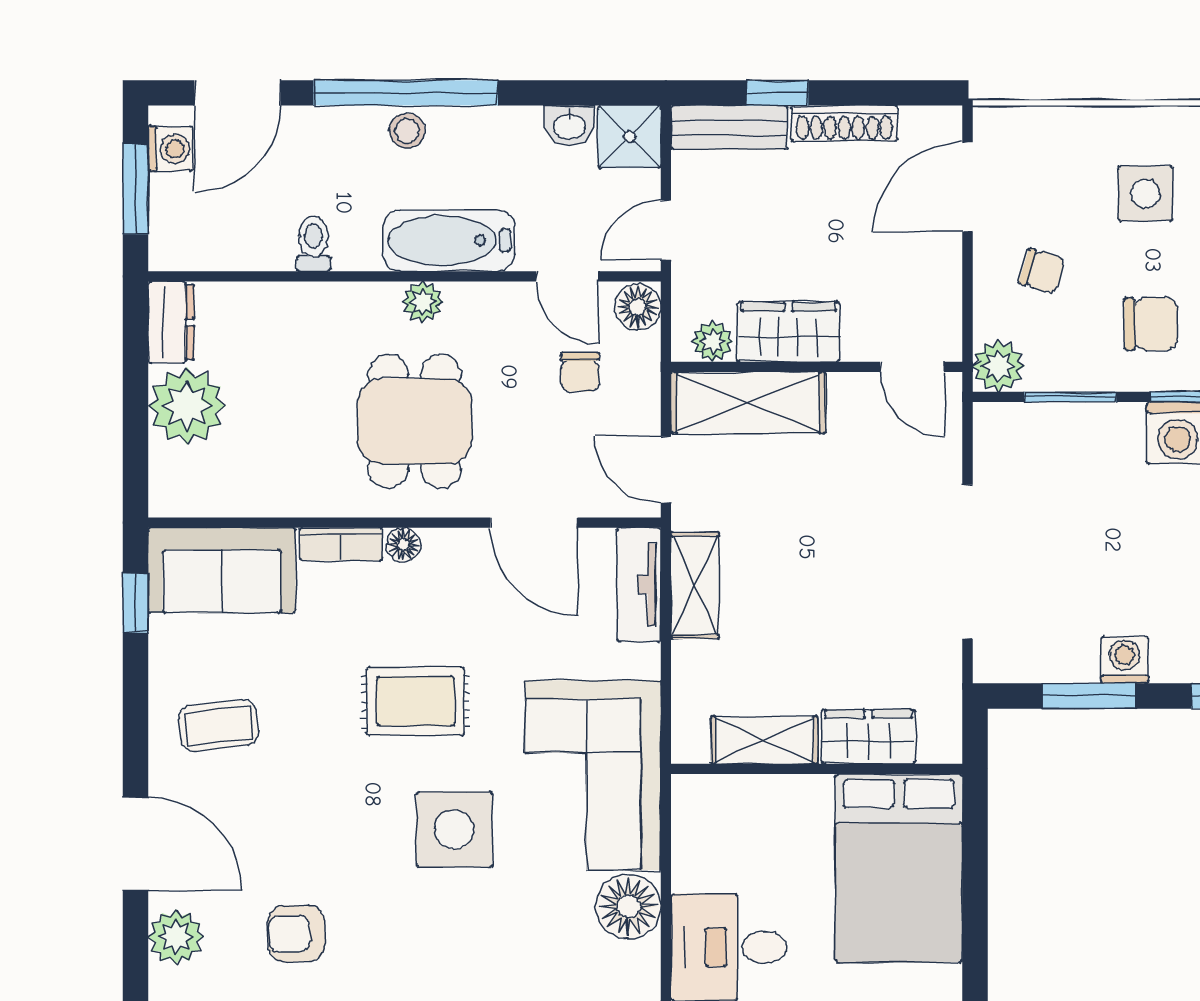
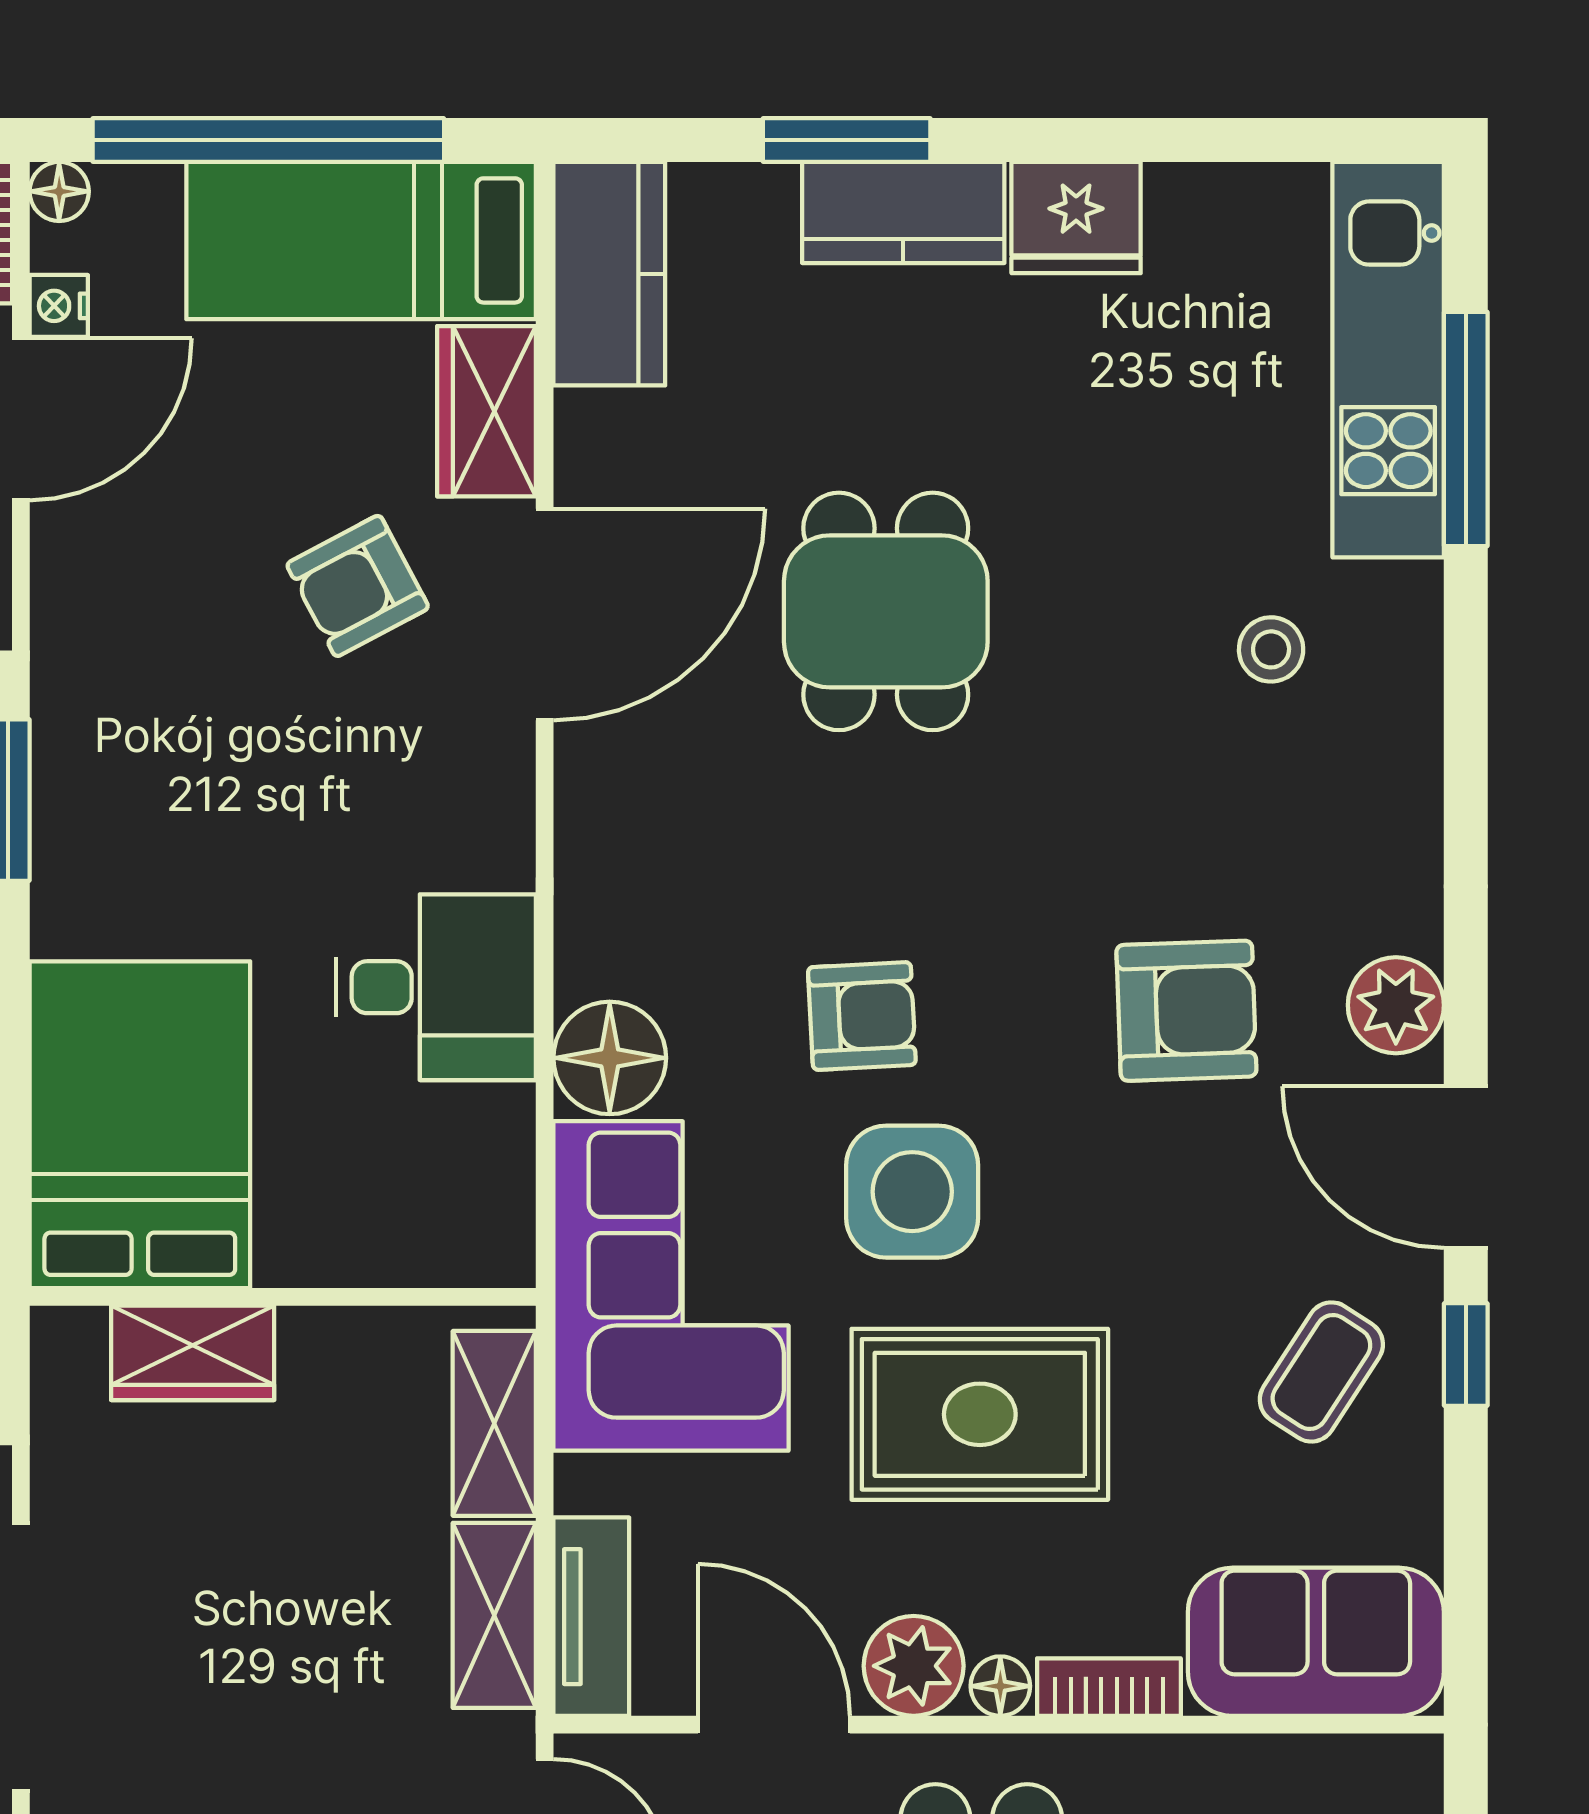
plant: (453, 556) -> (914, 1666), added
window: (136, 603) -> (1466, 1355), moved
rug: (415, 701) -> (980, 1414), width x1.36, depth x1.43
coffee table: (219, 726) -> (1321, 1372), turned -51
shelving: (764, 740) -> (494, 1423), moved, turned 90
armchair: (483, 931) -> (862, 1016), added
armchair: (296, 934) -> (1186, 1011), width x1.38, depth x1.38

